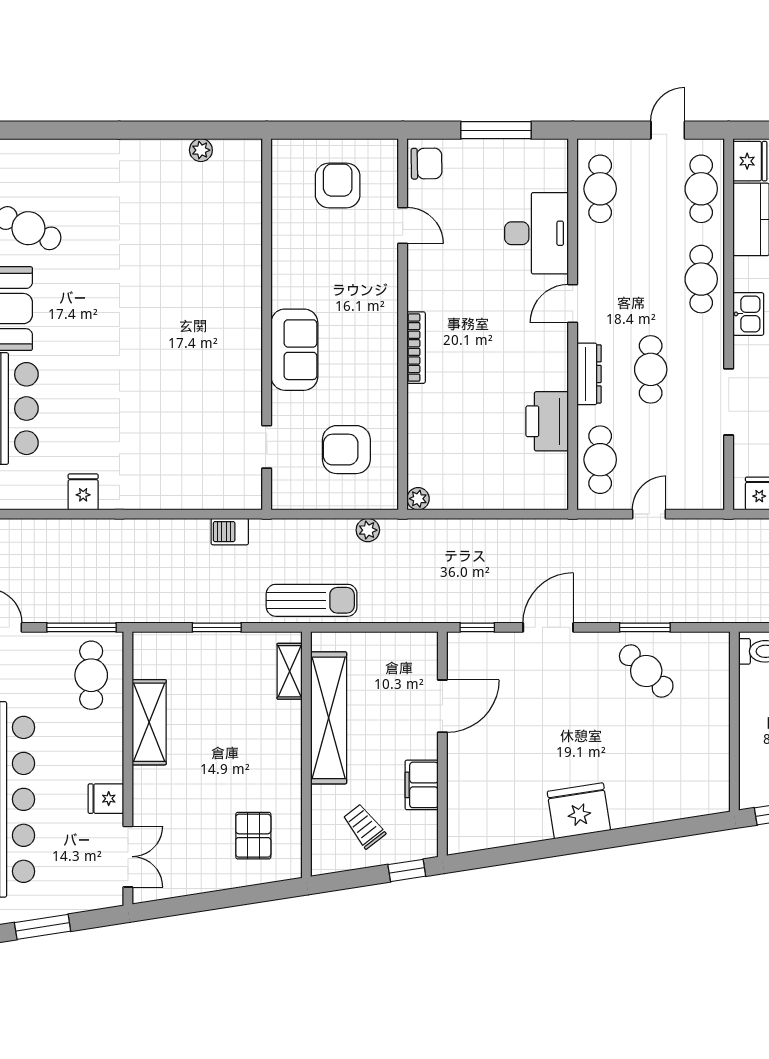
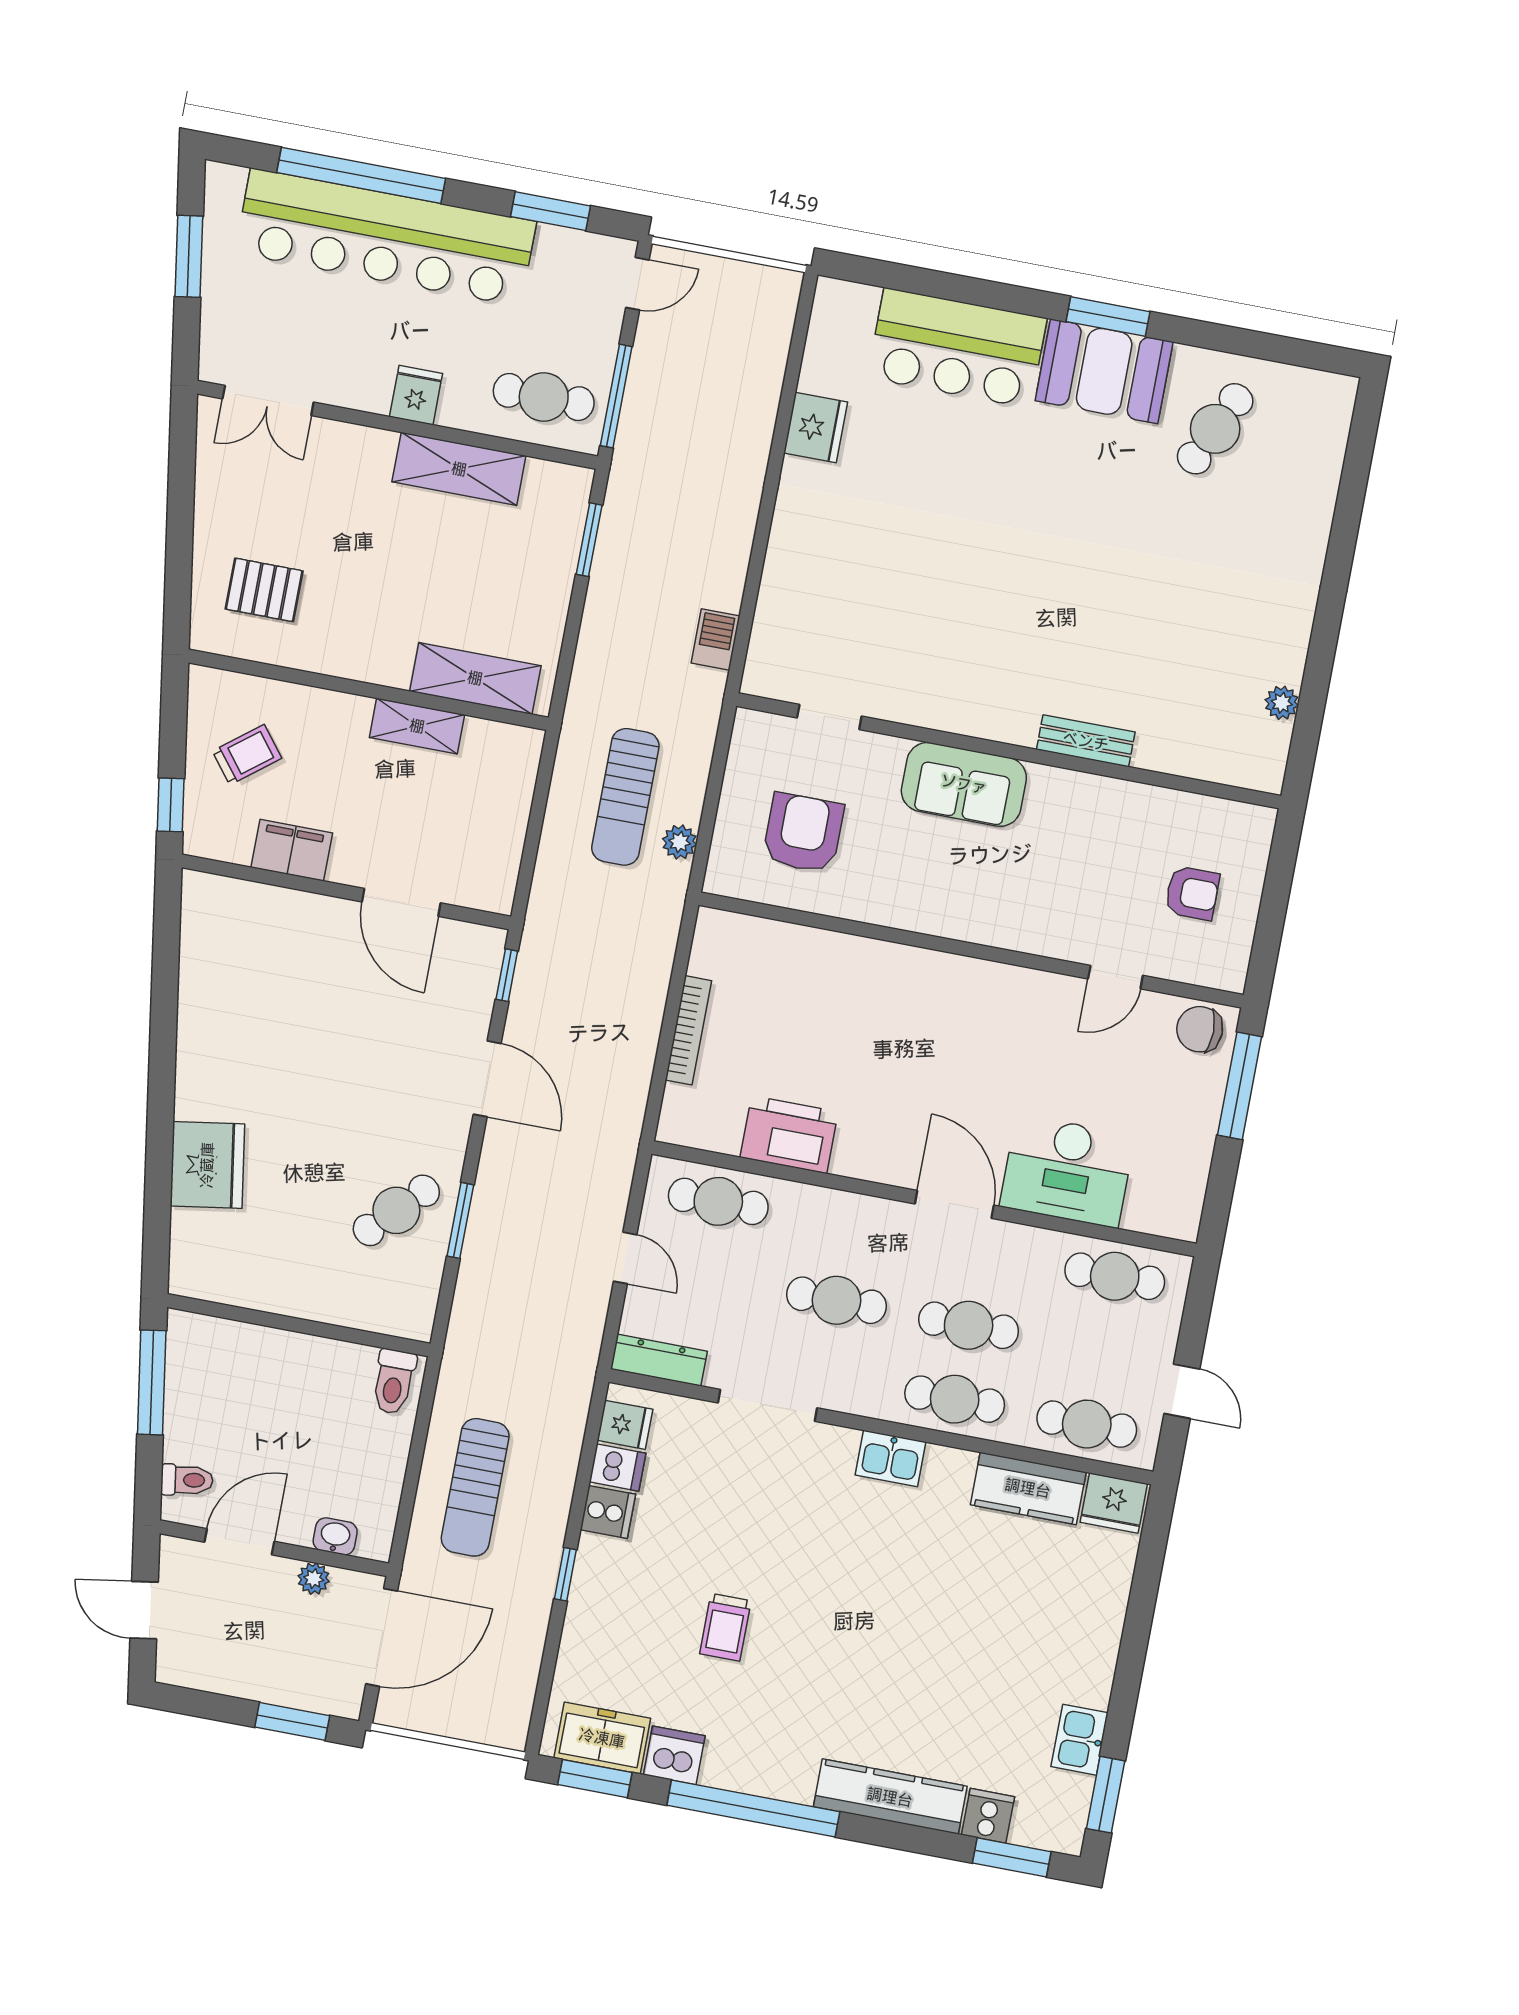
window: (496, 130) -> (1240, 1086), moved
chair: (427, 164) -> (1200, 1029), turned 91
armchair: (338, 185) -> (1192, 893), width x0.72, depth x0.72
bench: (250, 275) -> (1086, 741), added
cafe table: (651, 279) -> (969, 1325), added
door: (573, 304) -> (954, 1204), width x1.38
bookcase: (416, 348) -> (688, 1030), moved, turned -90
dresser: (589, 374) -> (659, 1360), moved, turned 180
fridge: (83, 492) -> (816, 427), width x1.38
plant: (418, 499) -> (712, 924), removed
sun lounger: (312, 600) -> (625, 797), moved
window: (217, 627) -> (589, 540), moved
shelving: (290, 671) -> (475, 678), width x1.50, depth x1.33
shelving: (329, 718) -> (417, 726), width x0.45, depth x0.75
fridge: (106, 799) -> (416, 395), moved
fridge: (579, 811) -> (207, 1165), moved

